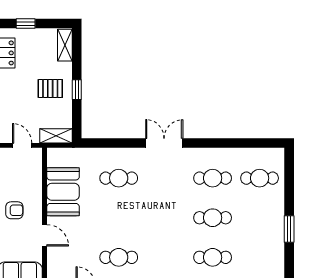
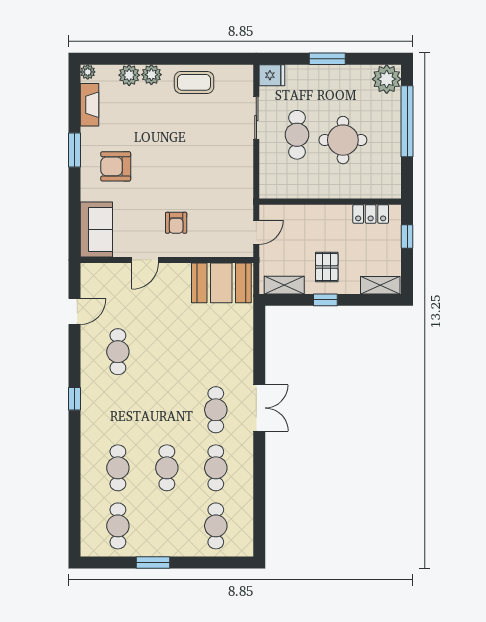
shelving: (56, 136) -> (284, 285), moved, turned 90
cafe table: (119, 178) -> (216, 410), moved
booth: (63, 192) -> (221, 283), moved
cafe table: (260, 257) -> (118, 526), added

